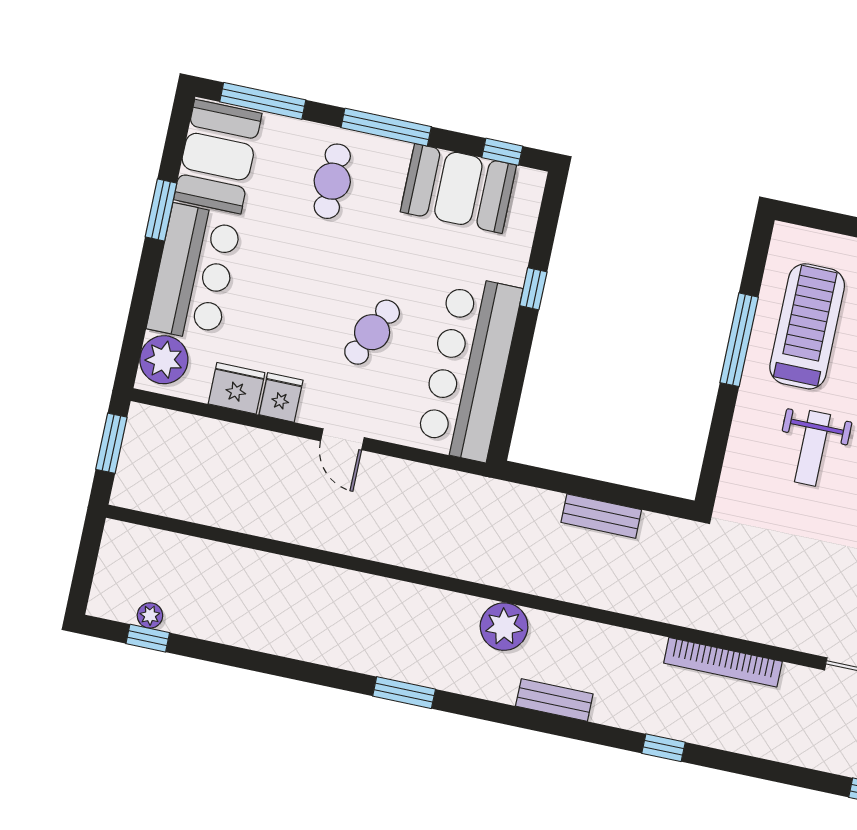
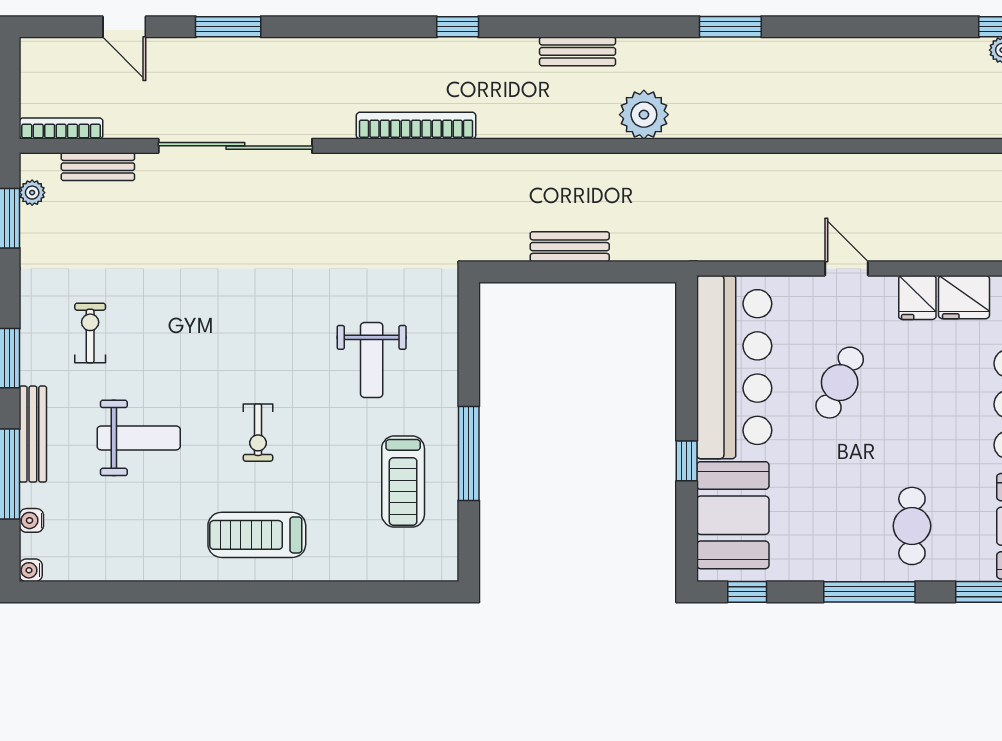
booth: (458, 188) -> (733, 515), moved, turned 90
treadmill: (807, 326) -> (403, 481), width x0.73, depth x0.73
weight bench: (813, 448) -> (372, 360), turned 180

